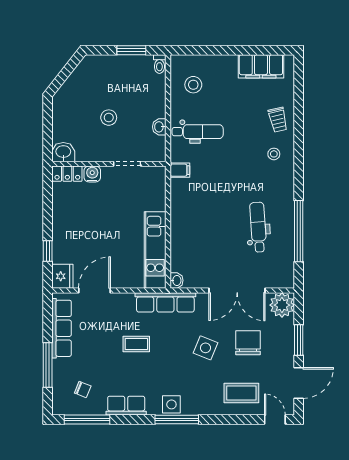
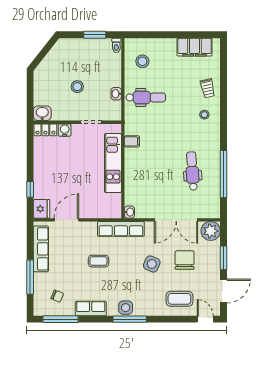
filing cabinet: (180, 170) -> (132, 141), moved
kitchen unit: (155, 250) -> (113, 163), moved

